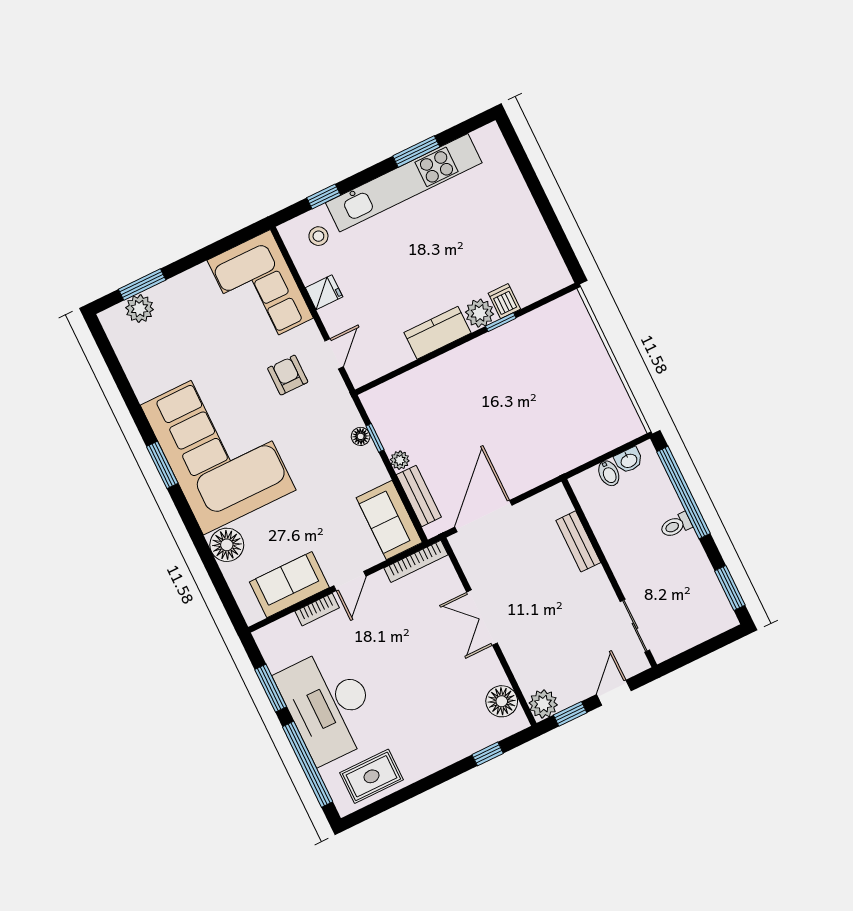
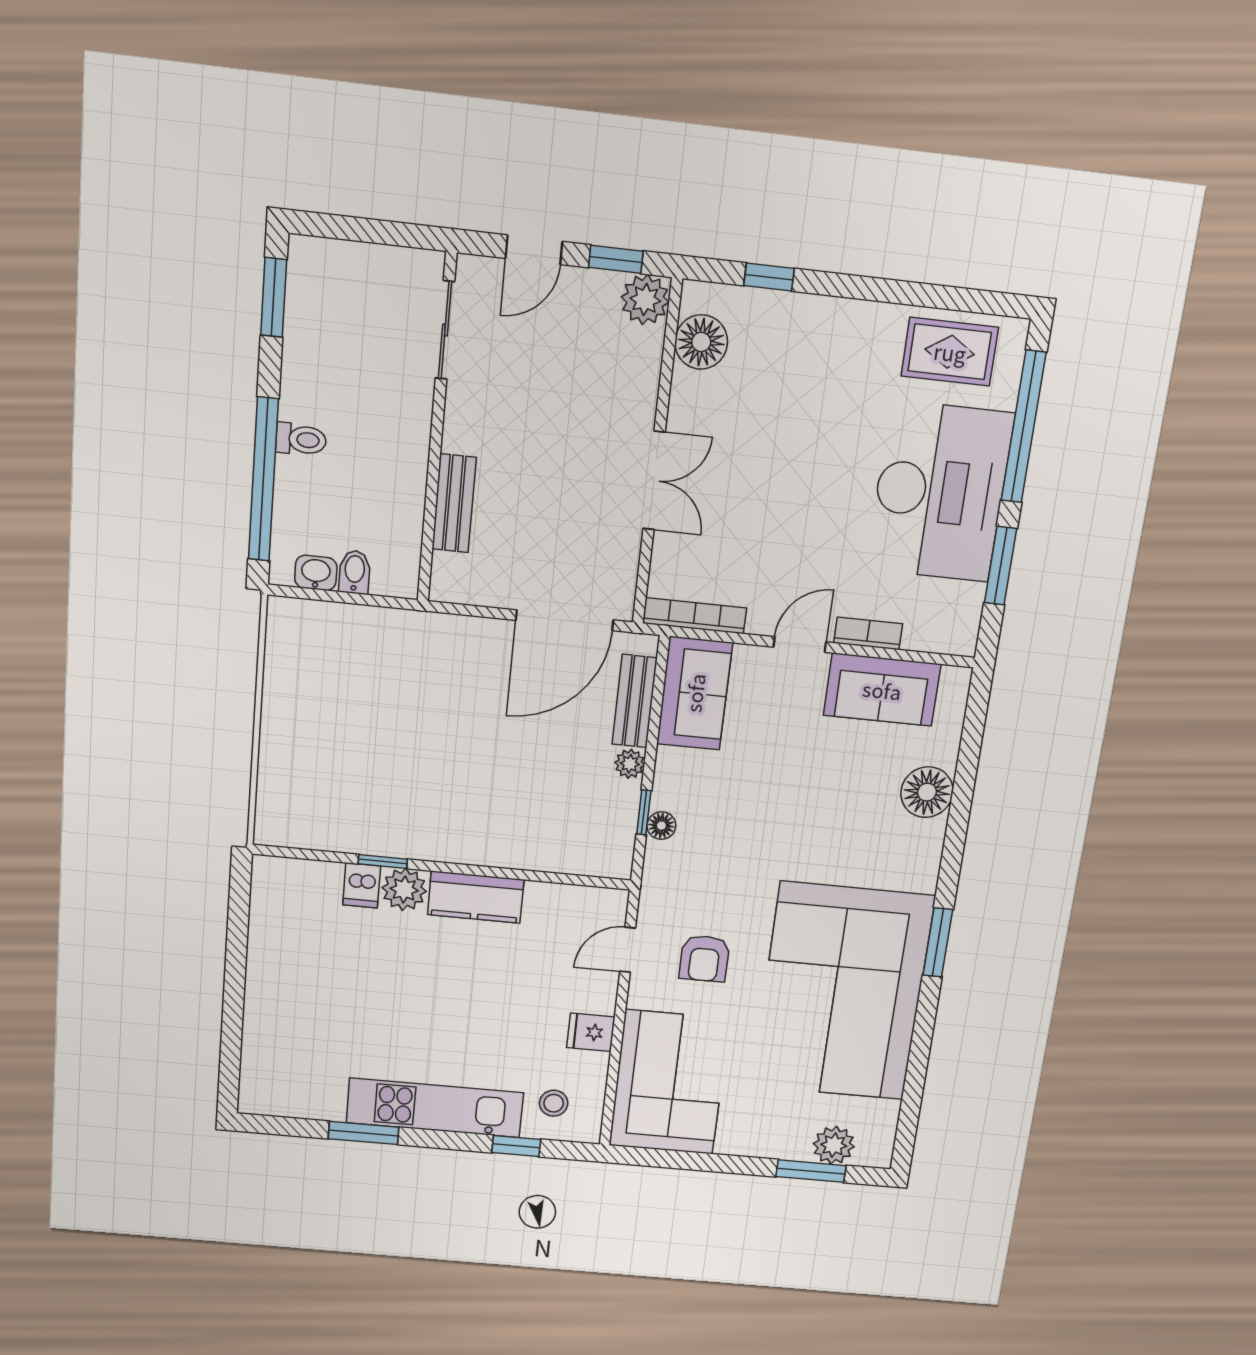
kitchen unit: (404, 183) -> (435, 1108), width x0.73
corner sofa: (218, 448) -> (842, 992), moved

